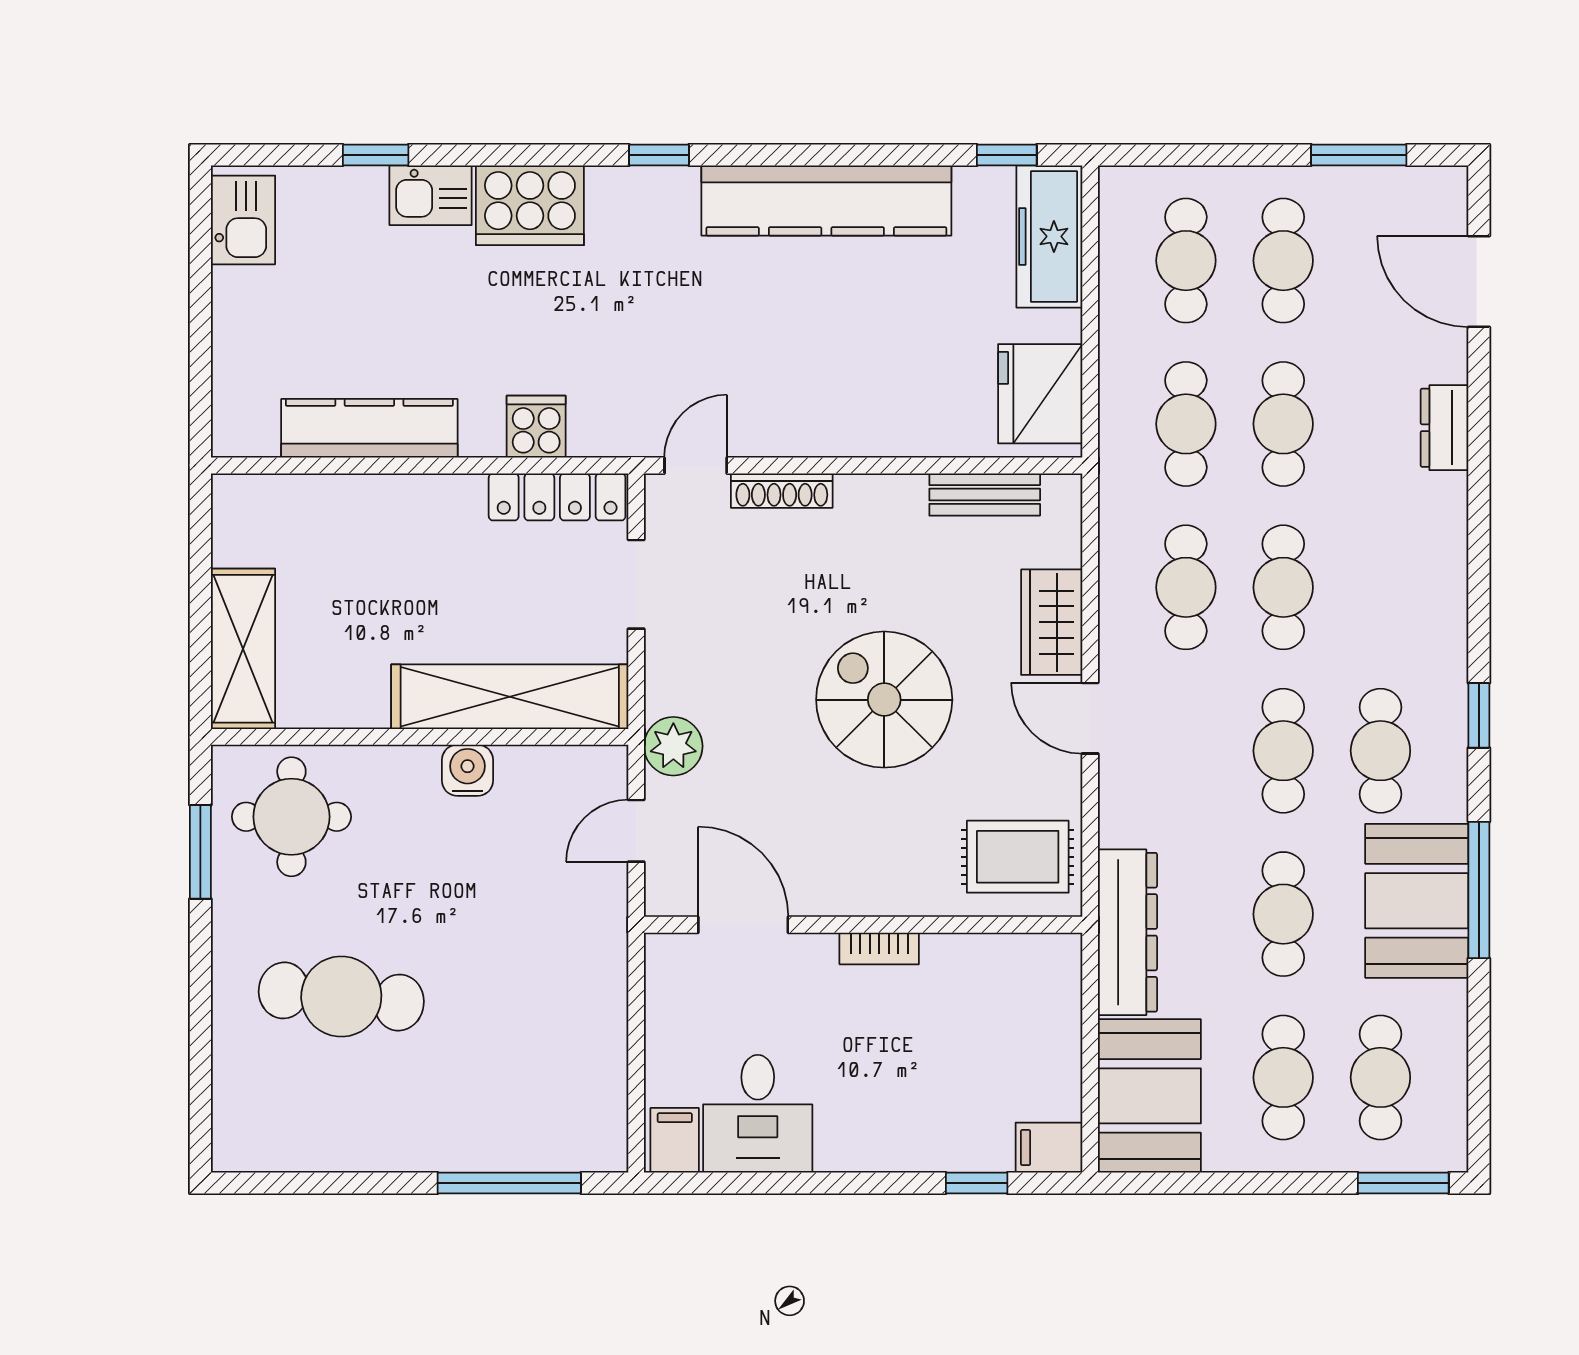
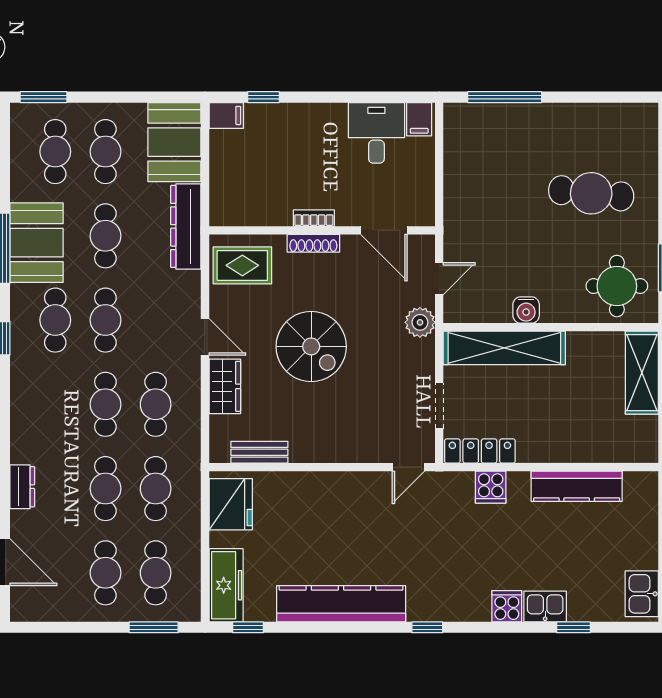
window: (1359, 155) -> (154, 627), moved
cooker: (530, 205) -> (507, 606), width x0.53, depth x0.76
shoe rack: (782, 491) -> (313, 243), moved, turned 180

